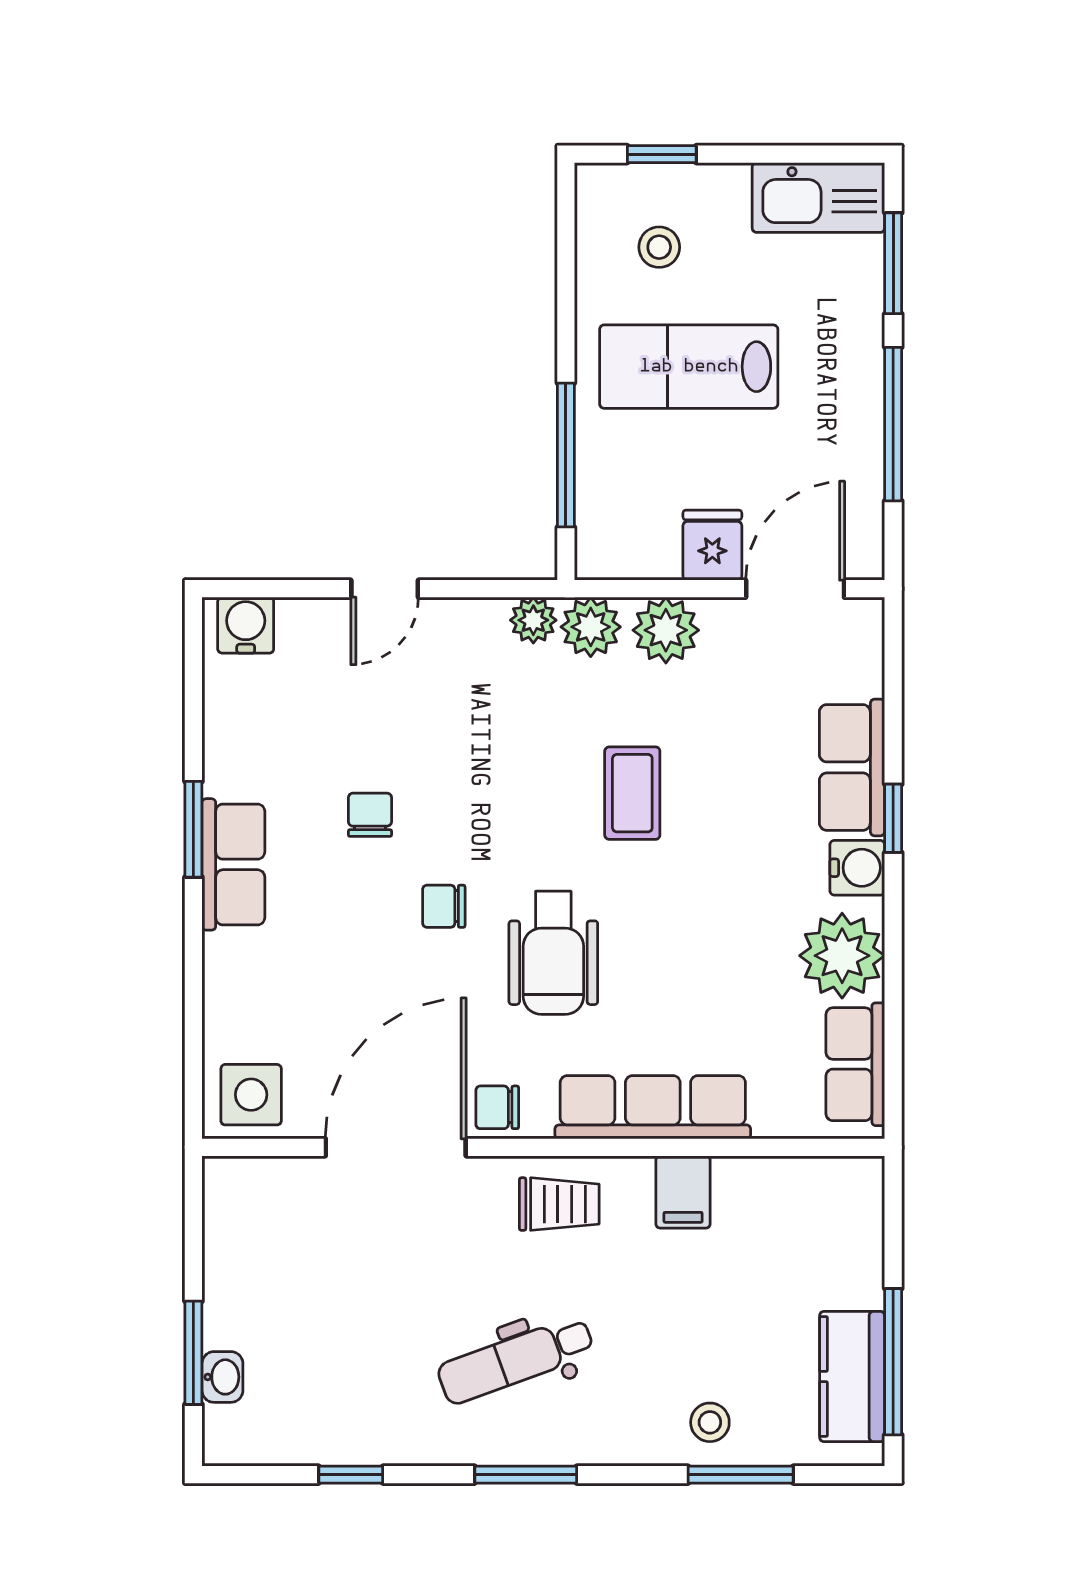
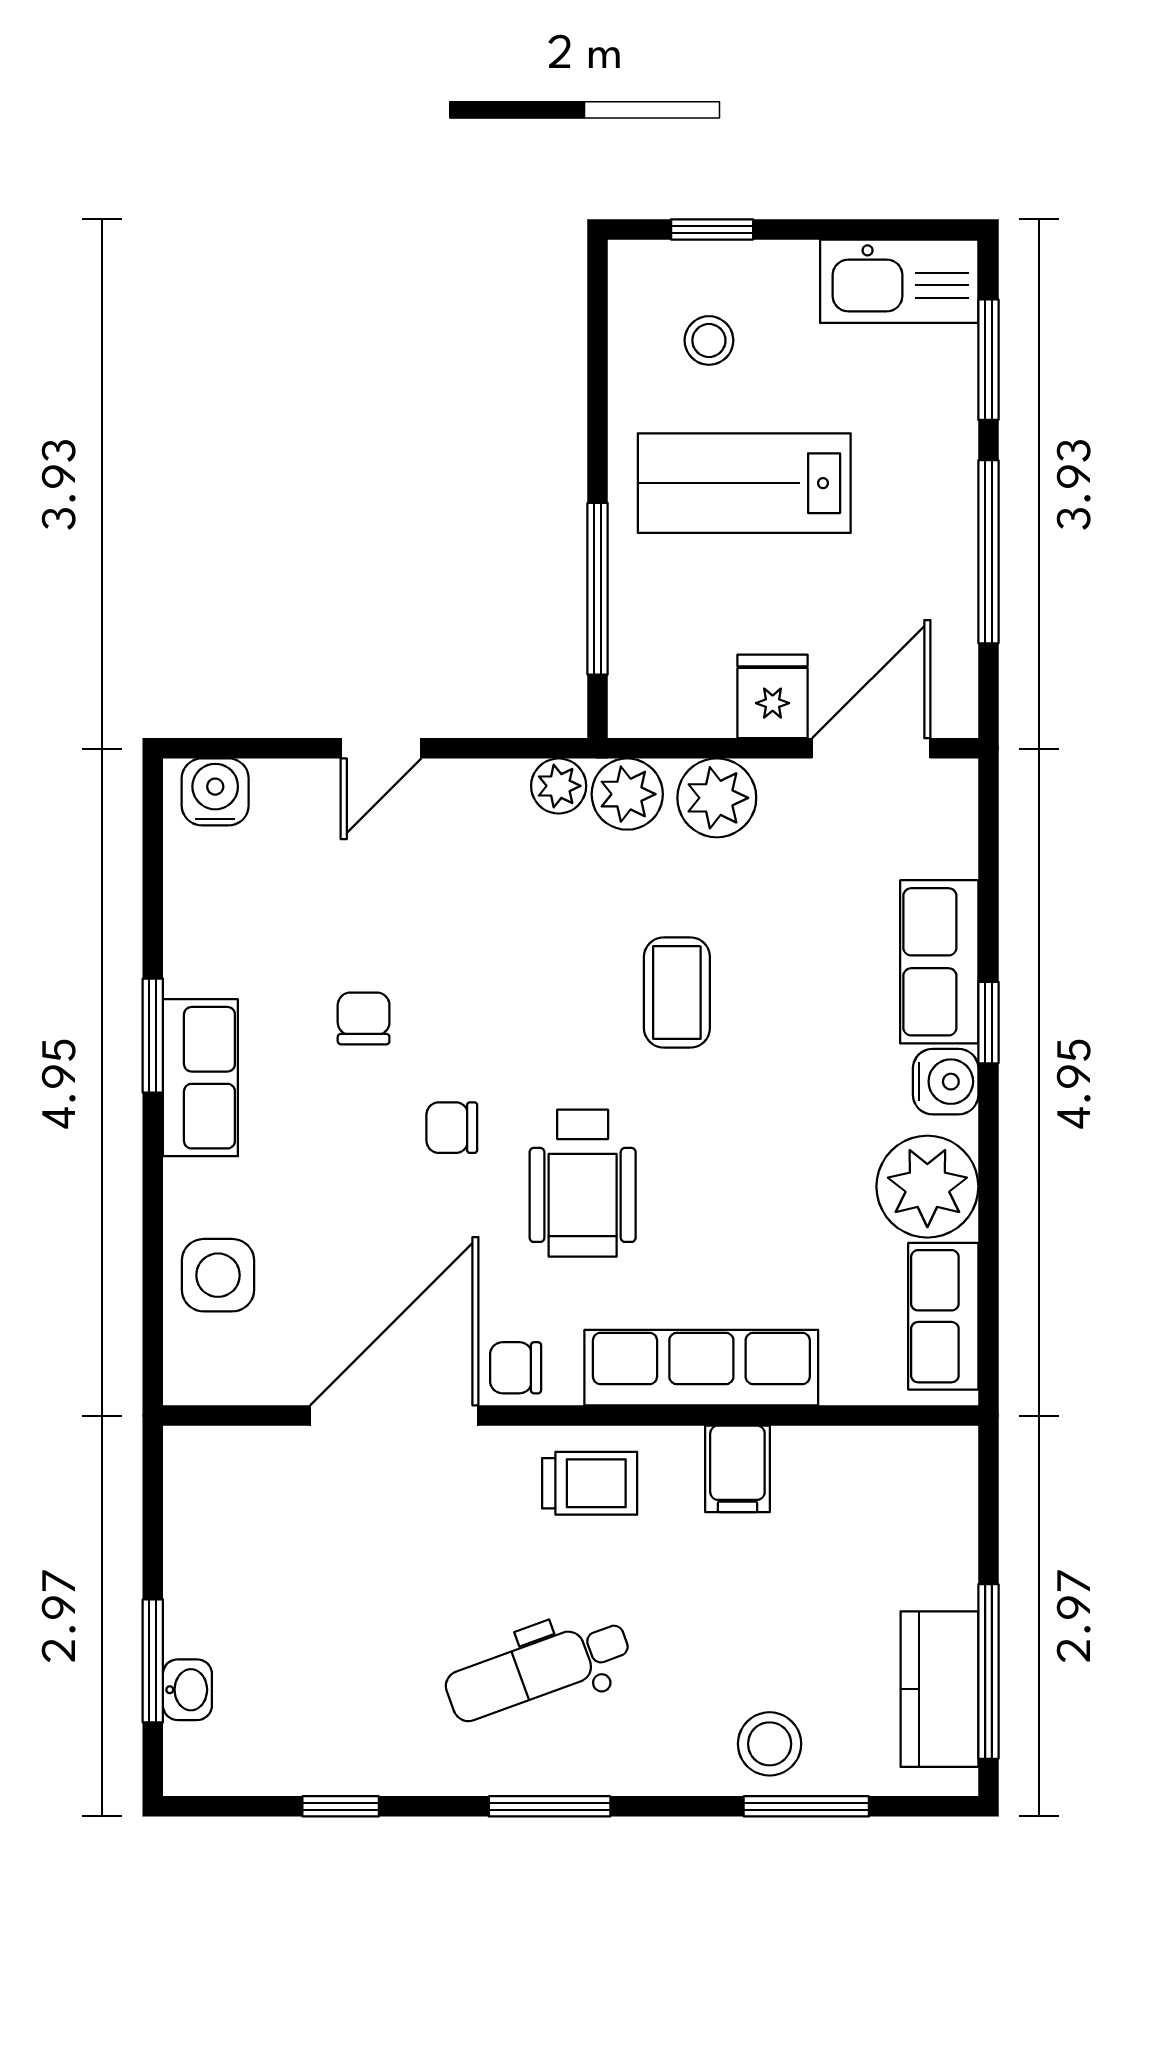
side table: (251, 1095) -> (218, 1275), moved
stool: (710, 1422) -> (770, 1744), width x1.37, depth x1.37

